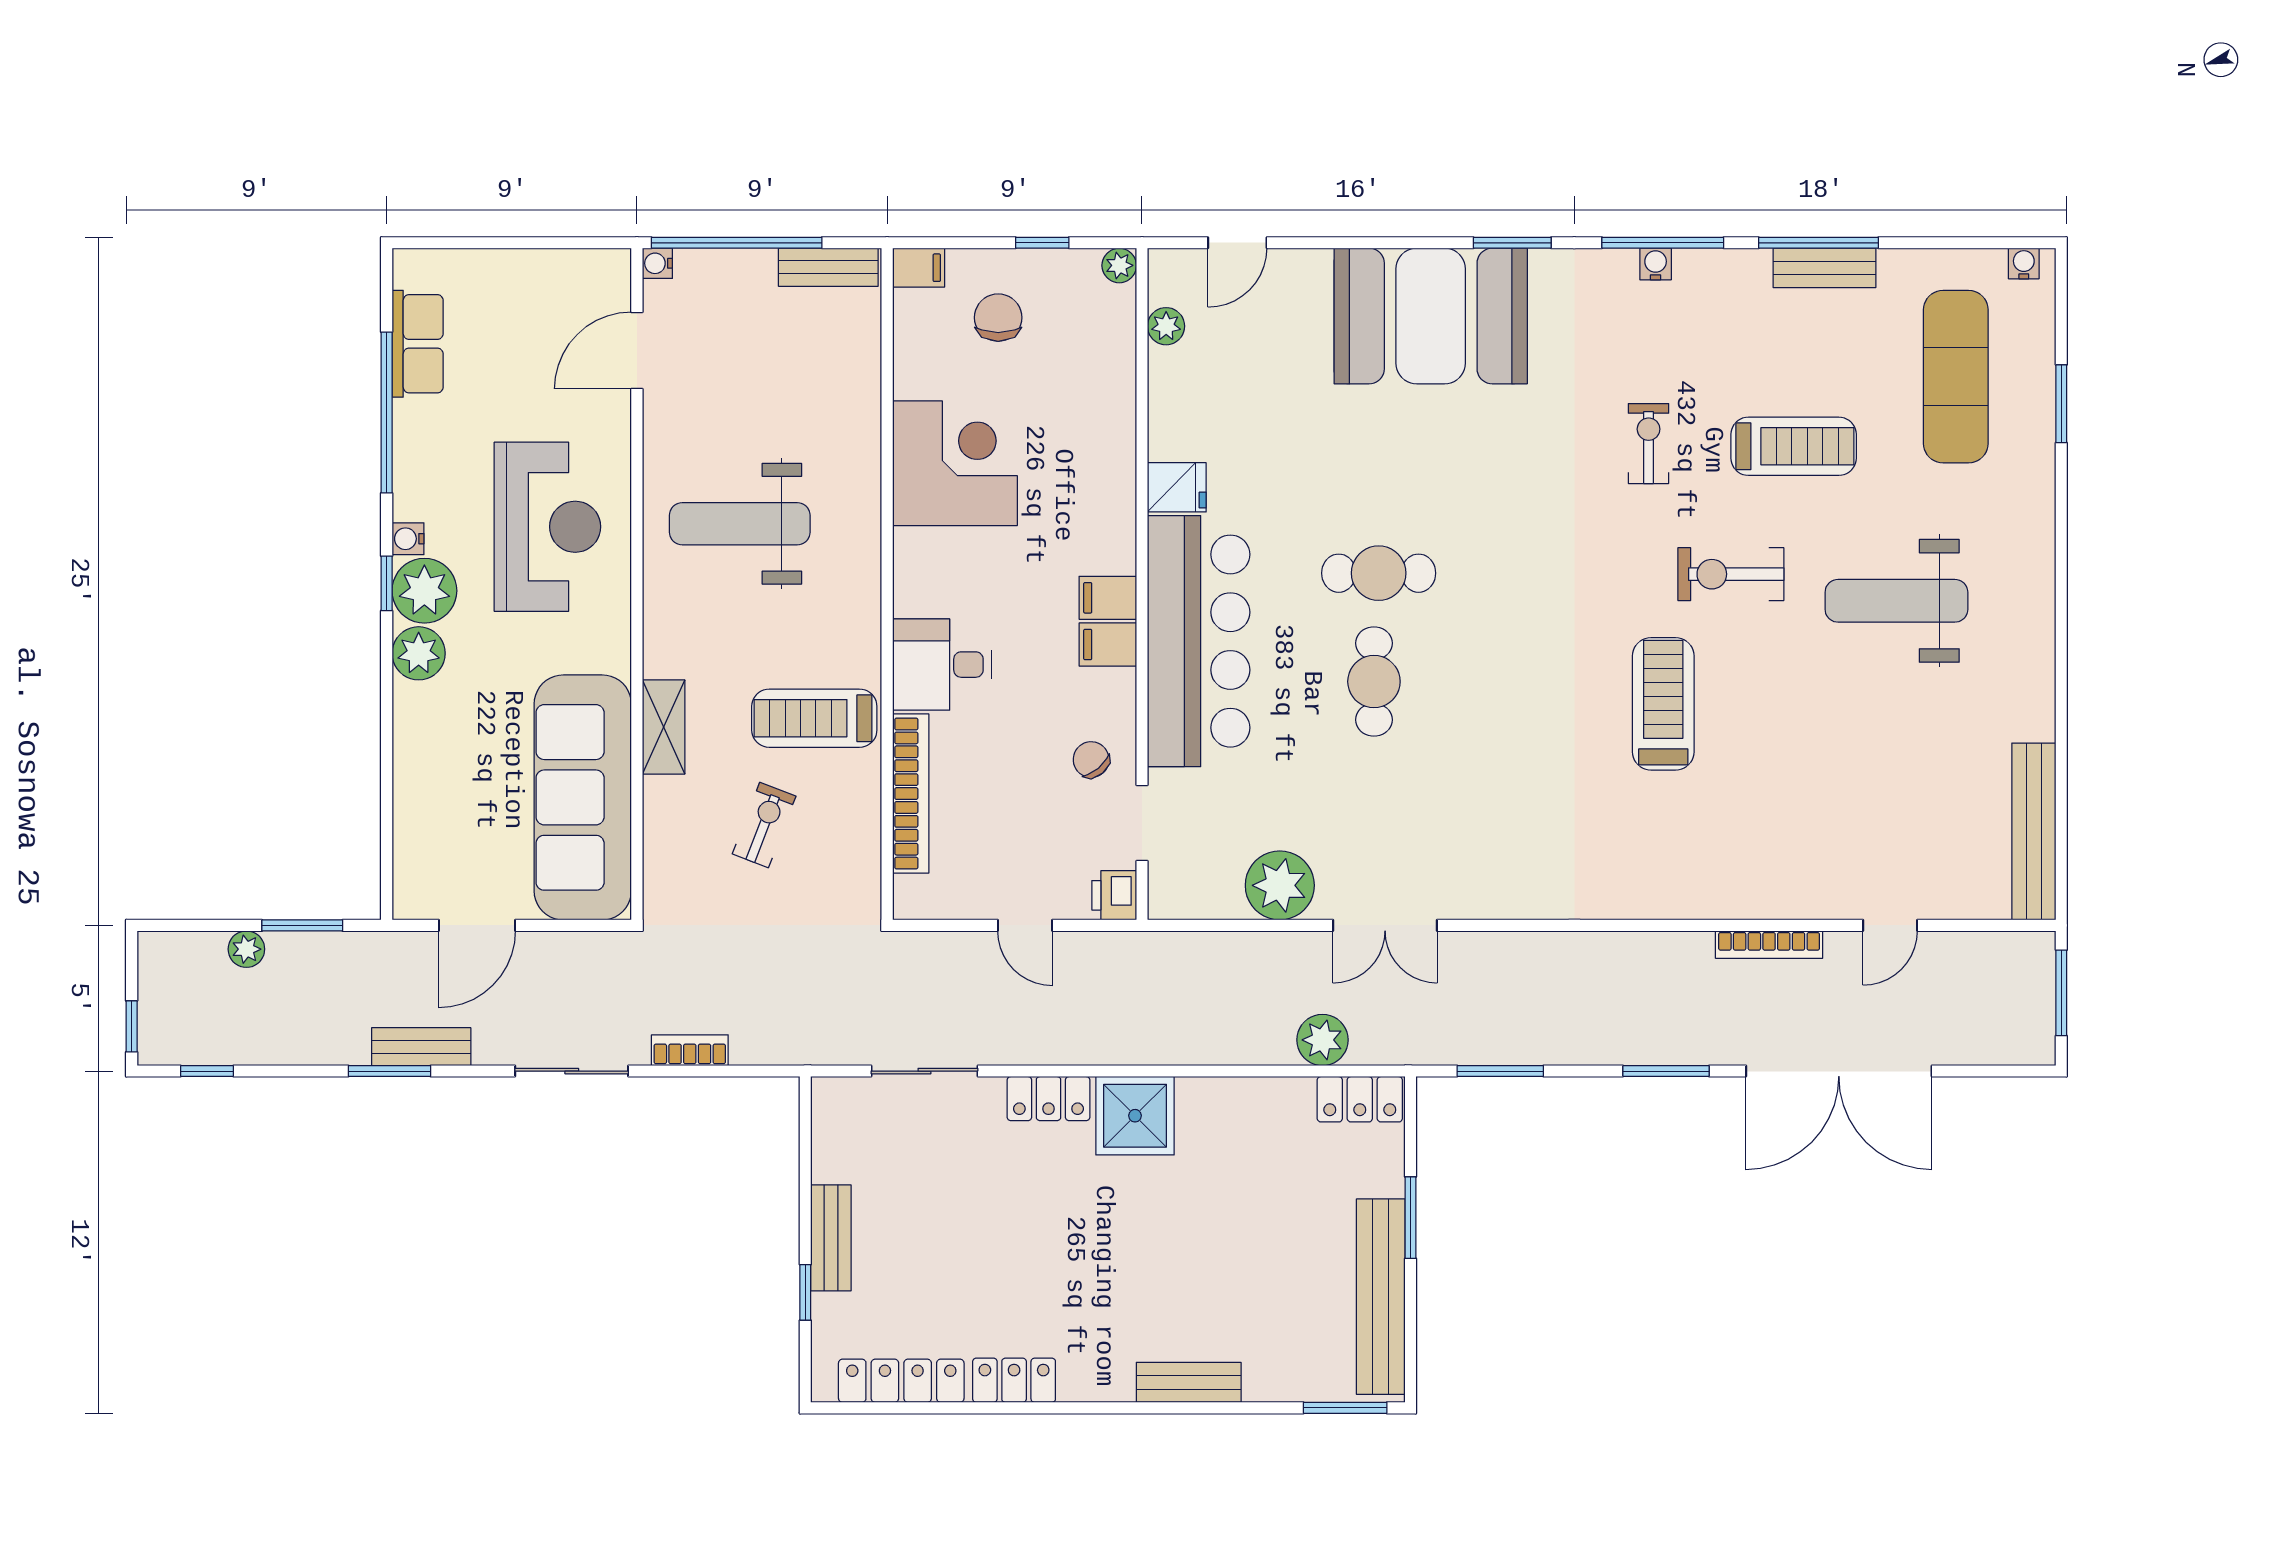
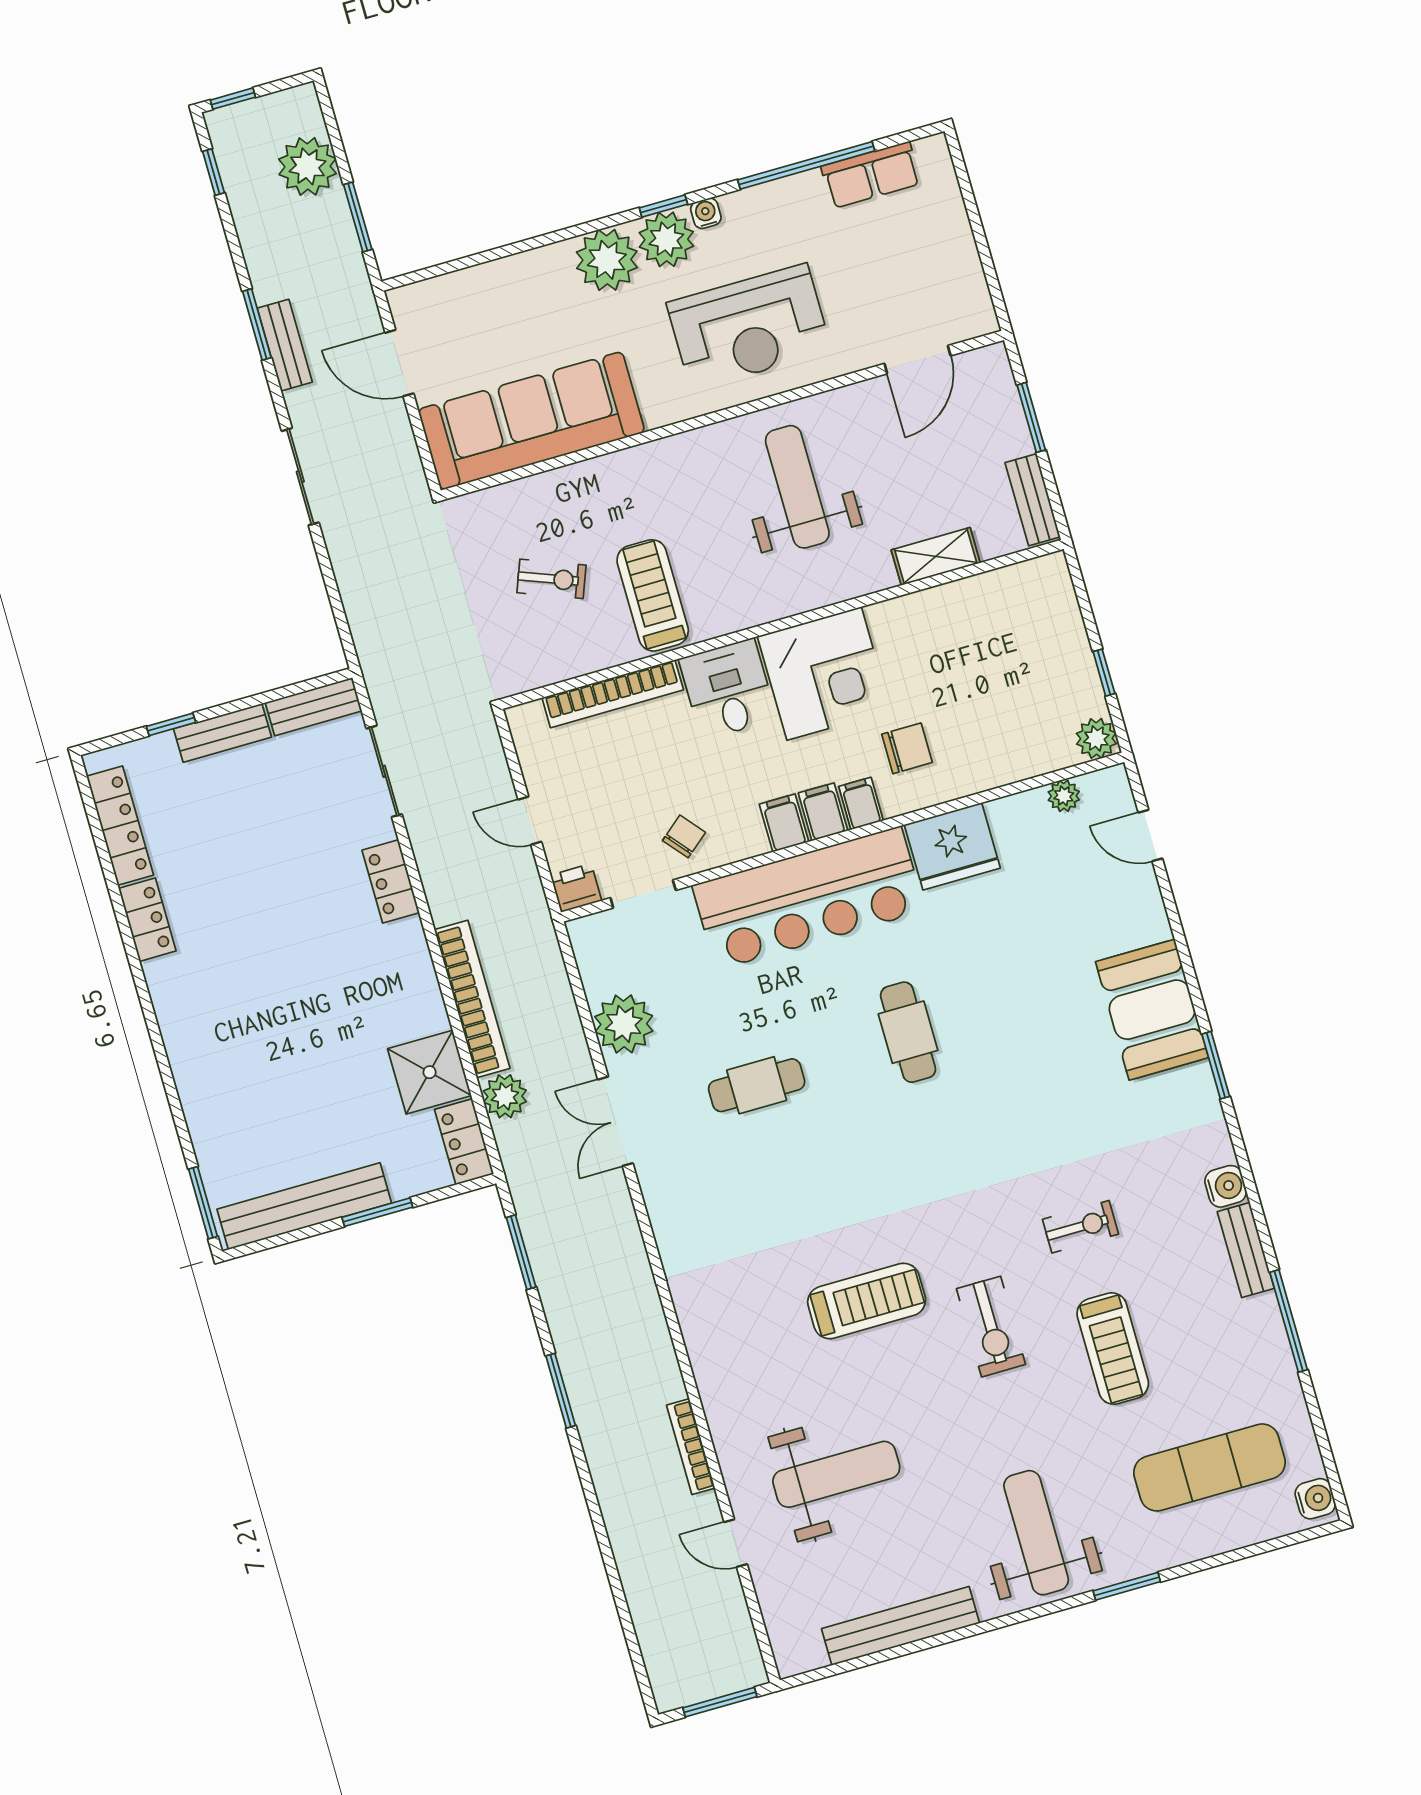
window: (737, 243) -> (1031, 417), width x0.47
window: (1663, 243) -> (1252, 1191), removed
water cooler: (657, 263) -> (995, 356), removed
water cooler: (1656, 264) -> (1226, 1186), width x1.38, depth x1.38
water cooler: (2024, 264) -> (1315, 1499), width x1.38, depth x1.38
plant: (1119, 265) -> (1096, 738), width x1.38, depth x1.38
filing cabinet: (919, 268) -> (861, 804), moved, turned 180
bench: (1825, 268) -> (1246, 1250), moved
booth: (1431, 316) -> (1152, 1010), width x0.73, depth x0.70
chair: (998, 318) -> (907, 748), moved
door: (637, 350) -> (918, 360), swing flipped
window: (2061, 404) -> (1127, 1586), moved
corner desk: (955, 463) -> (824, 673), moved
fridge: (1177, 487) -> (952, 846), width x1.88, depth x1.34
exercise bike: (1731, 574) -> (991, 1327), turned 180
weight bench: (1896, 601) -> (1036, 1533), moved
plant: (419, 653) -> (607, 260), width x1.36, depth x1.36
cafe table: (1374, 682) -> (757, 1085), moved
shelving: (664, 727) -> (936, 556), moved
weight bench: (1846, 792) -> (836, 1474), added
bench: (2034, 831) -> (901, 1626), moved
door: (1025, 925) -> (530, 821), hinge flipped
plant: (246, 949) -> (307, 166), width x1.87, depth x1.87
bookcase: (690, 1050) -> (472, 999), moved, width x2.31, depth x1.31
double door: (1839, 1071) -> (602, 1535), removed
shower: (1135, 1116) -> (430, 1072), moved
bench: (1189, 1382) -> (314, 707), moved, turned 90

